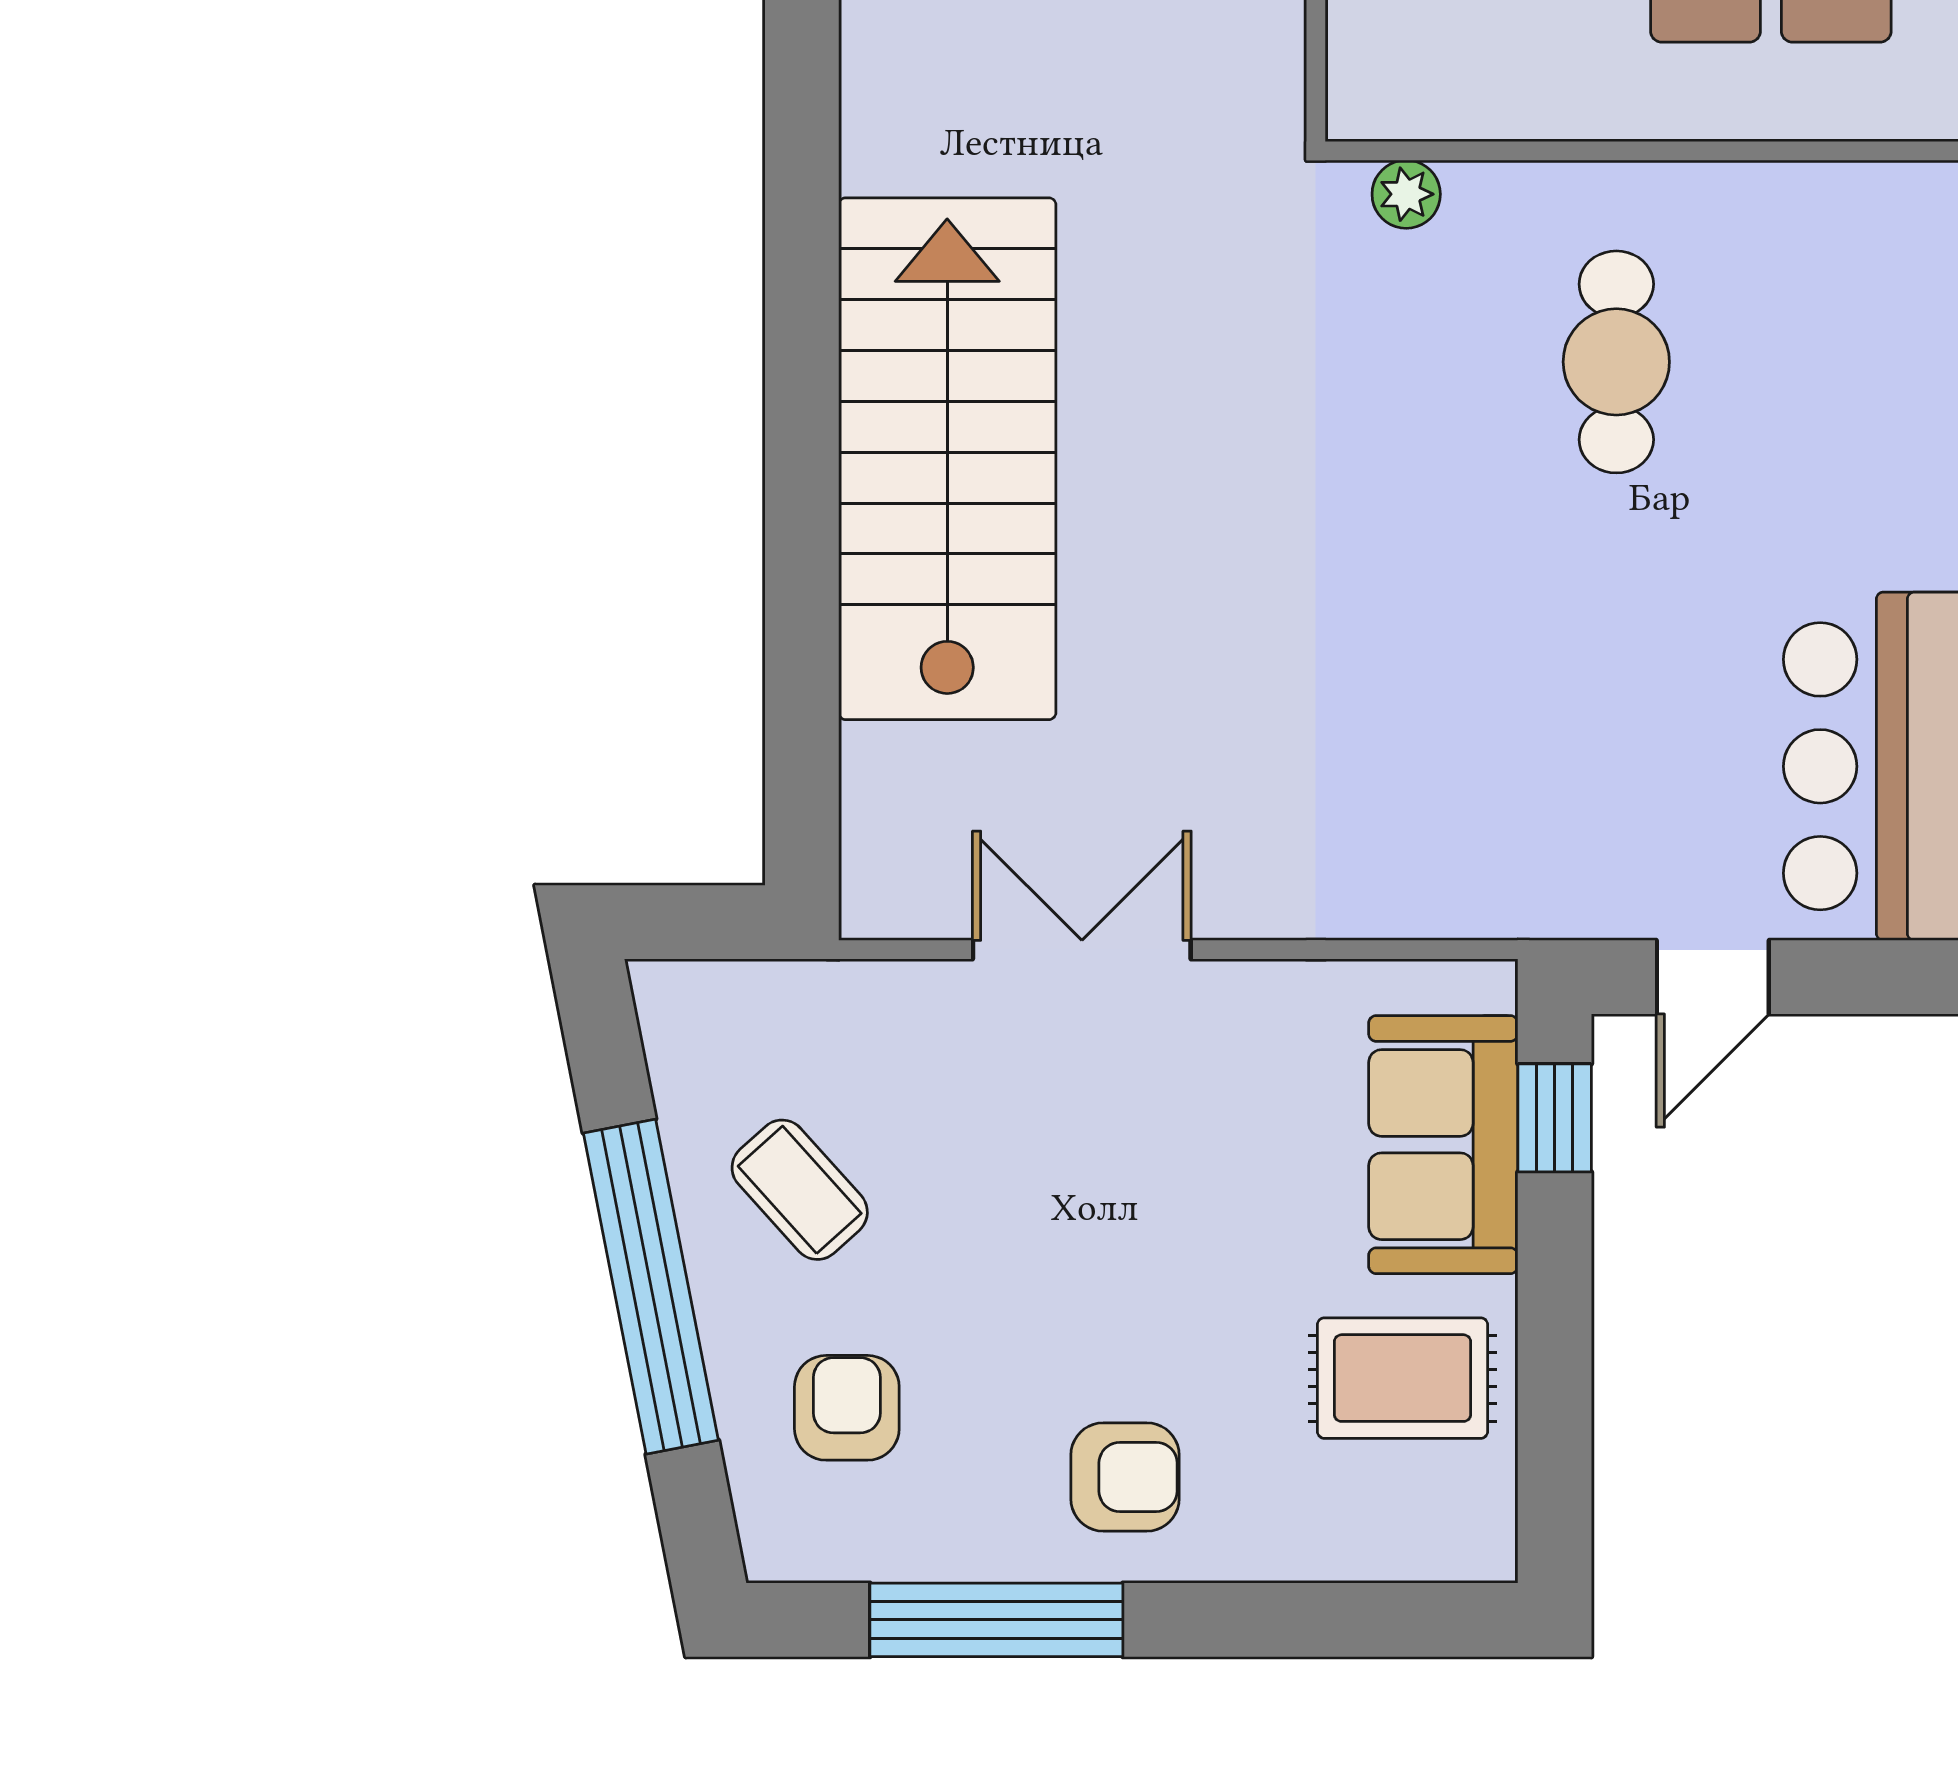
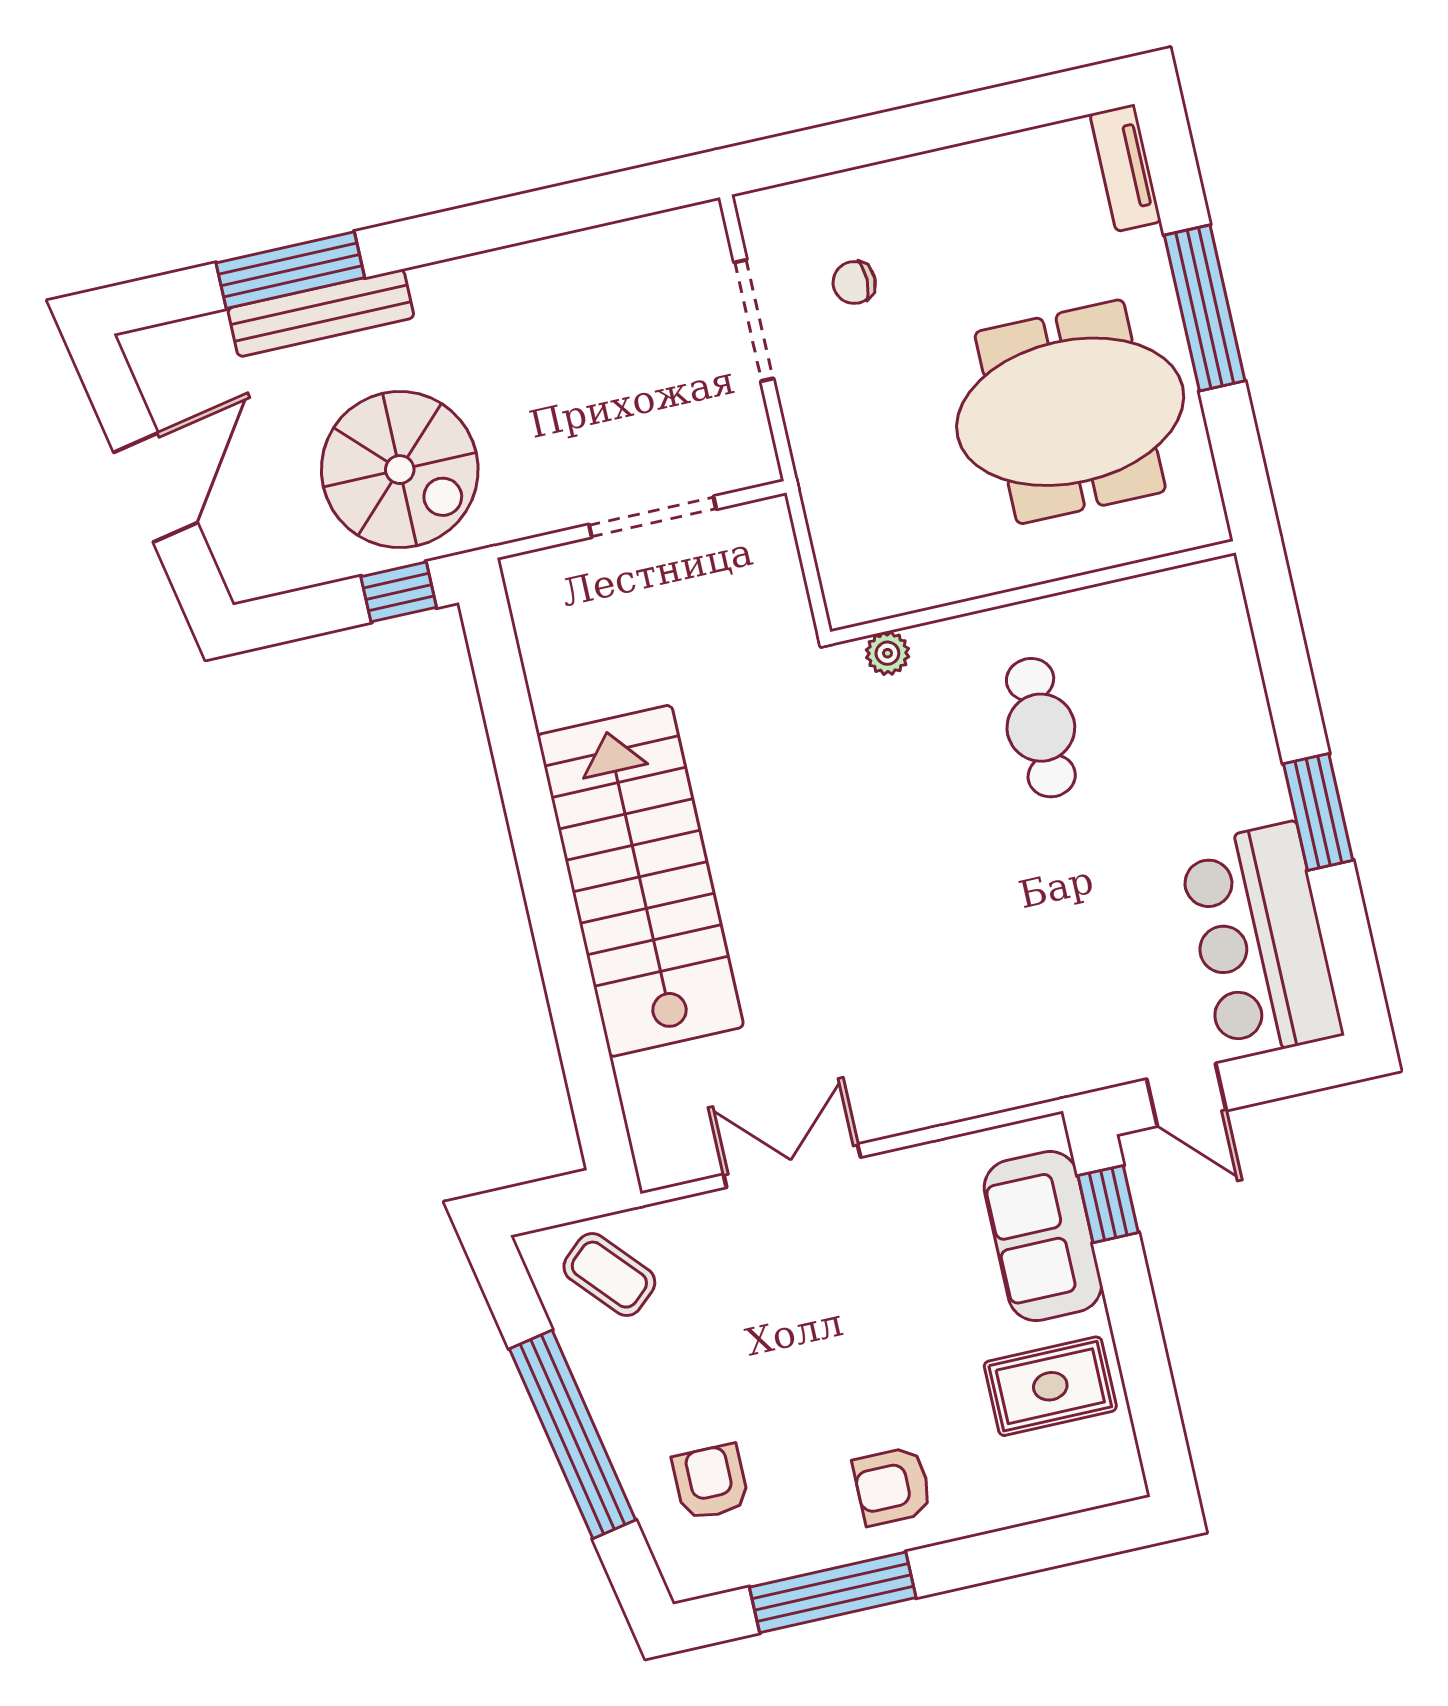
door: (1713, 977) -> (1186, 1095), hinge flipped
coffee table: (800, 1190) -> (609, 1275), moved
armchair: (1125, 1477) -> (892, 1486), turned 180

